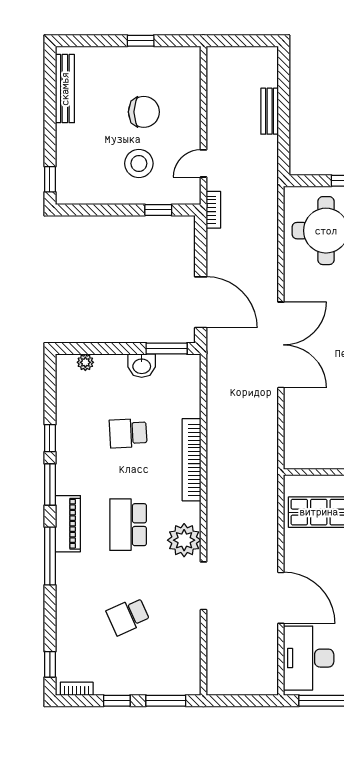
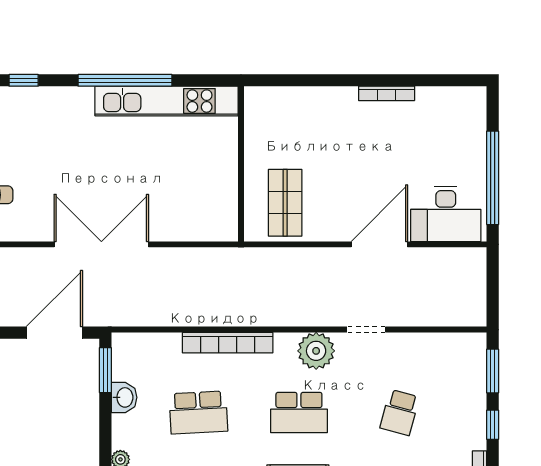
school desk: (128, 433) -> (198, 412), width x1.85
doorway: (203, 586) -> (366, 330), width x0.73
school desk: (128, 616) -> (400, 412), turned 39

